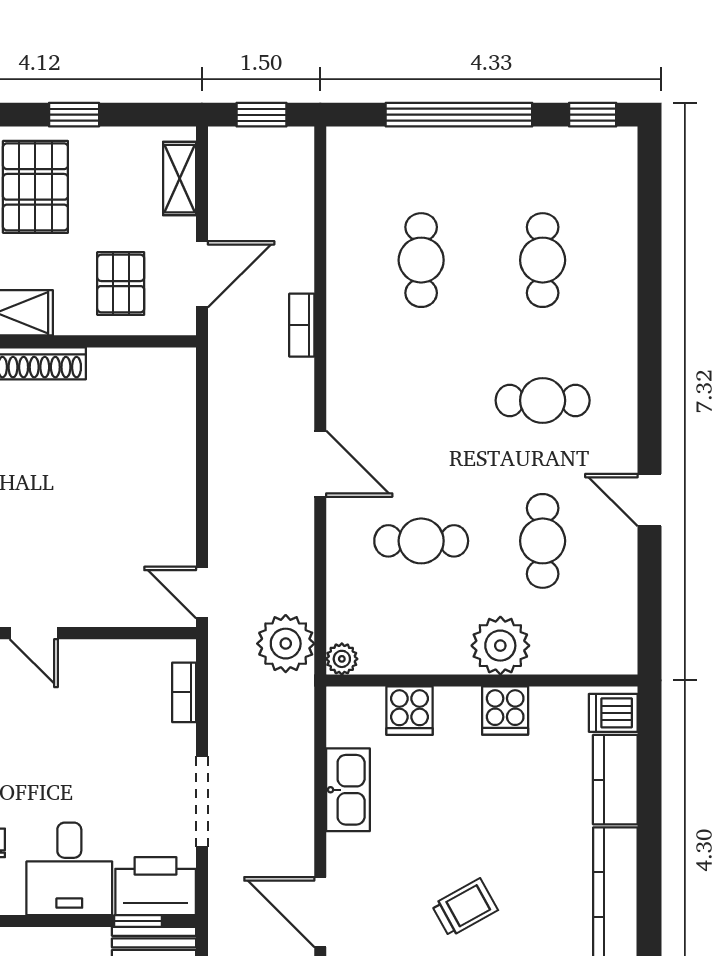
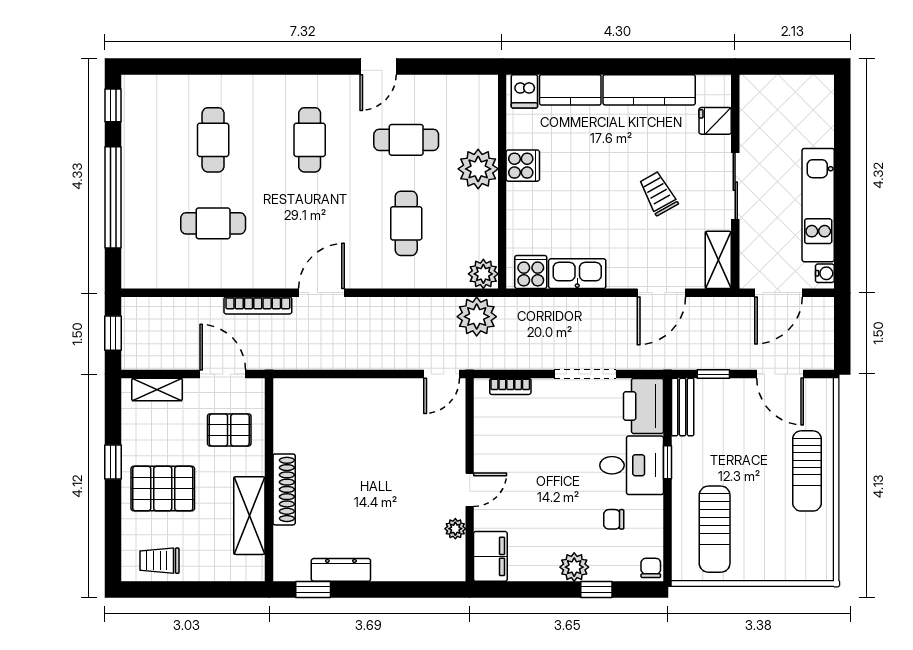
cafe table: (543, 260) -> (213, 140), turned 90
bookcase: (302, 325) -> (258, 305), width x1.56
door: (320, 464) -> (321, 293), moved
plant: (342, 659) -> (483, 274), width x1.38, depth x1.38
cooker: (410, 711) -> (531, 272), moved, turned -90
window: (138, 921) -> (667, 462), moved

